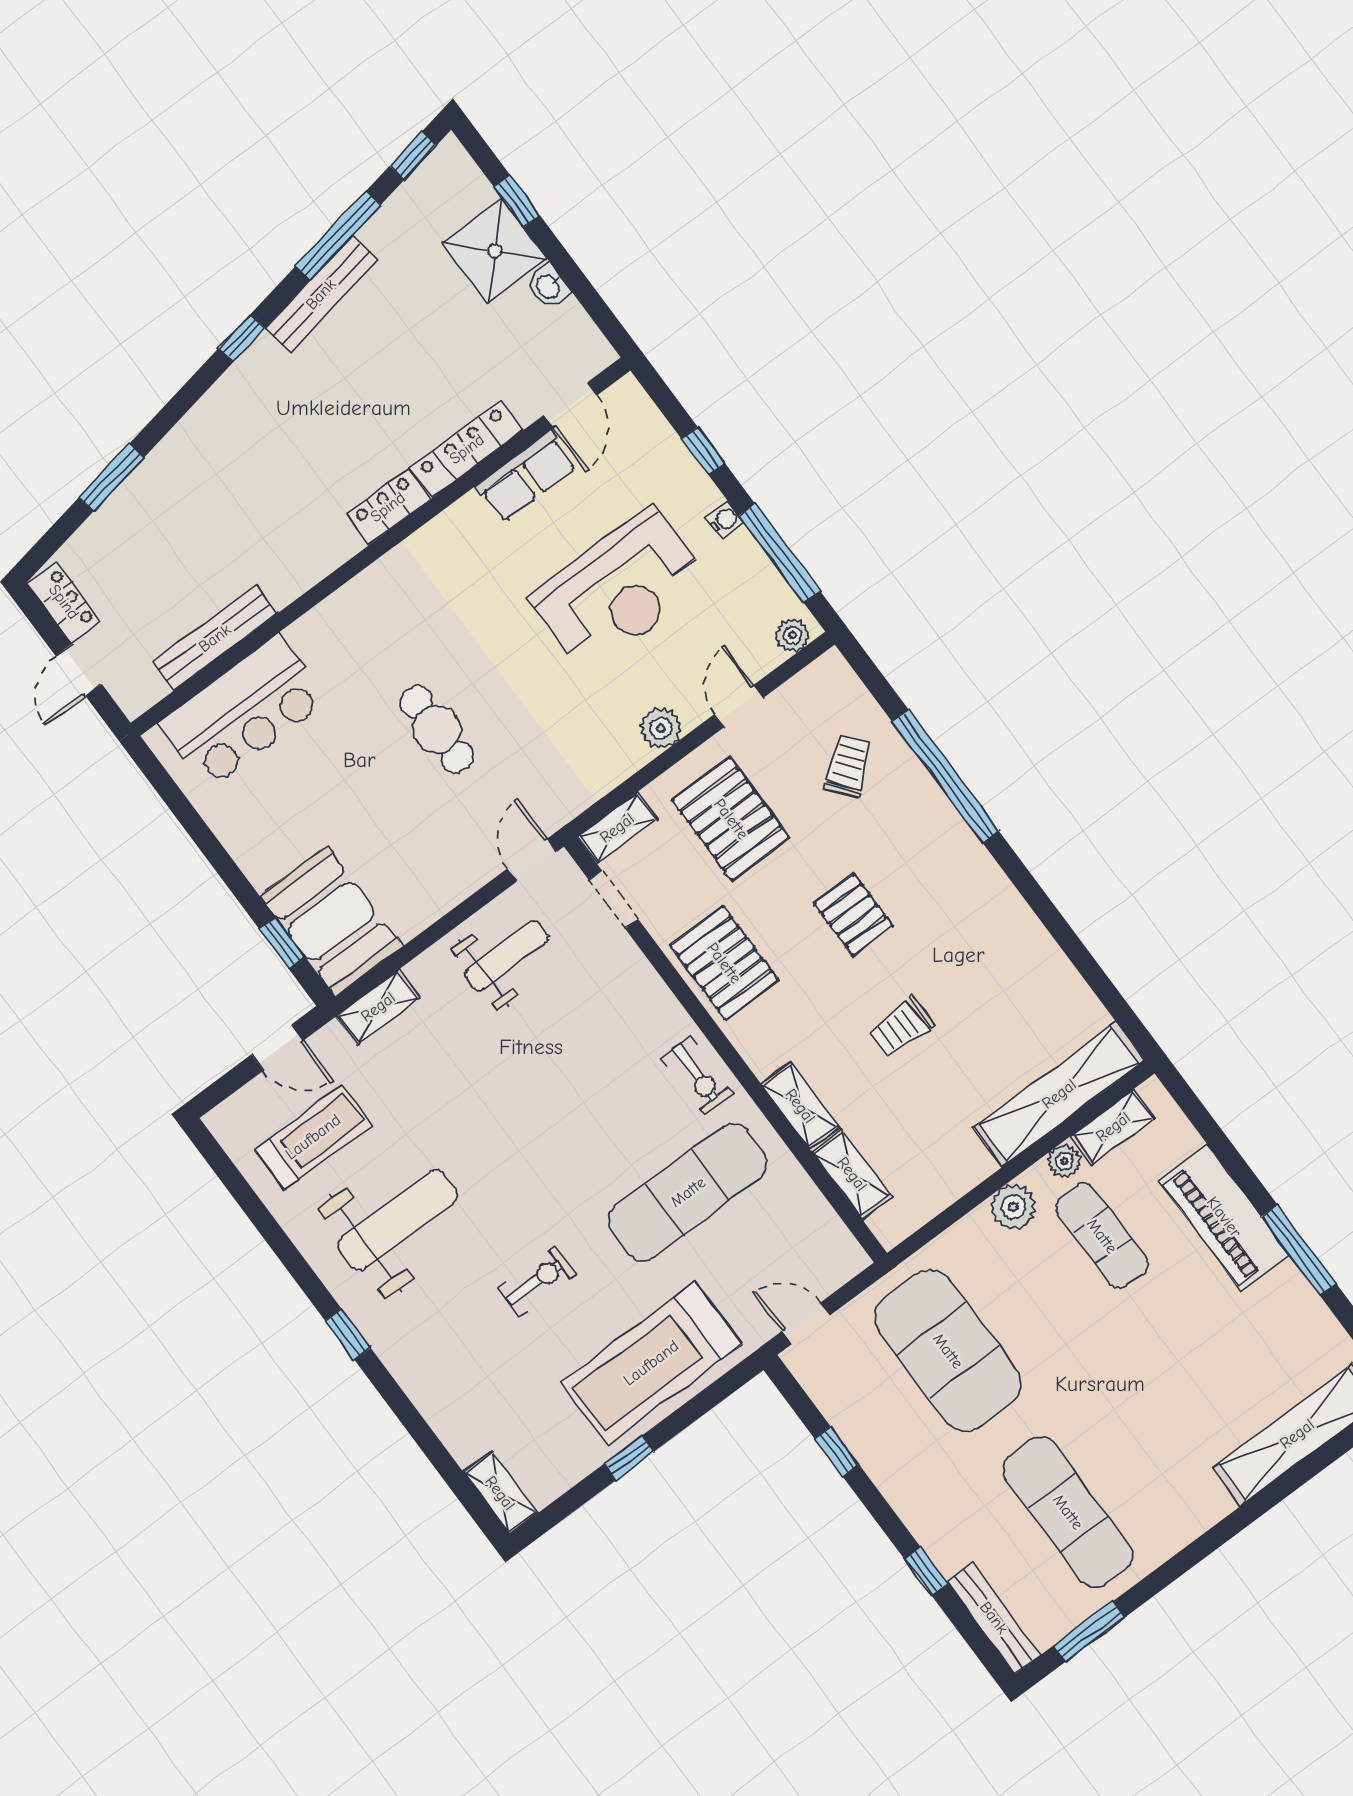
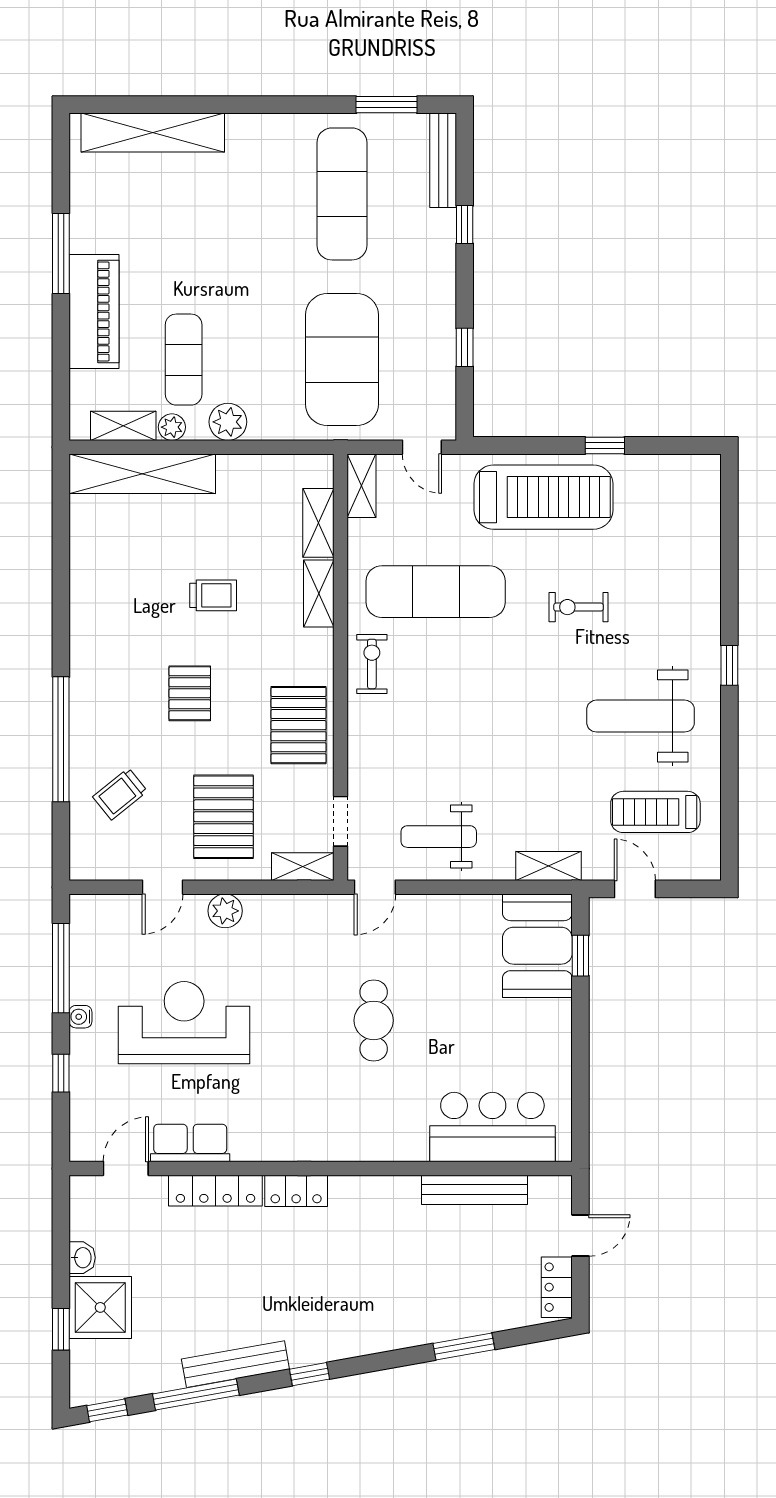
plant: (793, 635) -> (93, 908), removed
shelving: (500, 1493) -> (362, 486), moved

